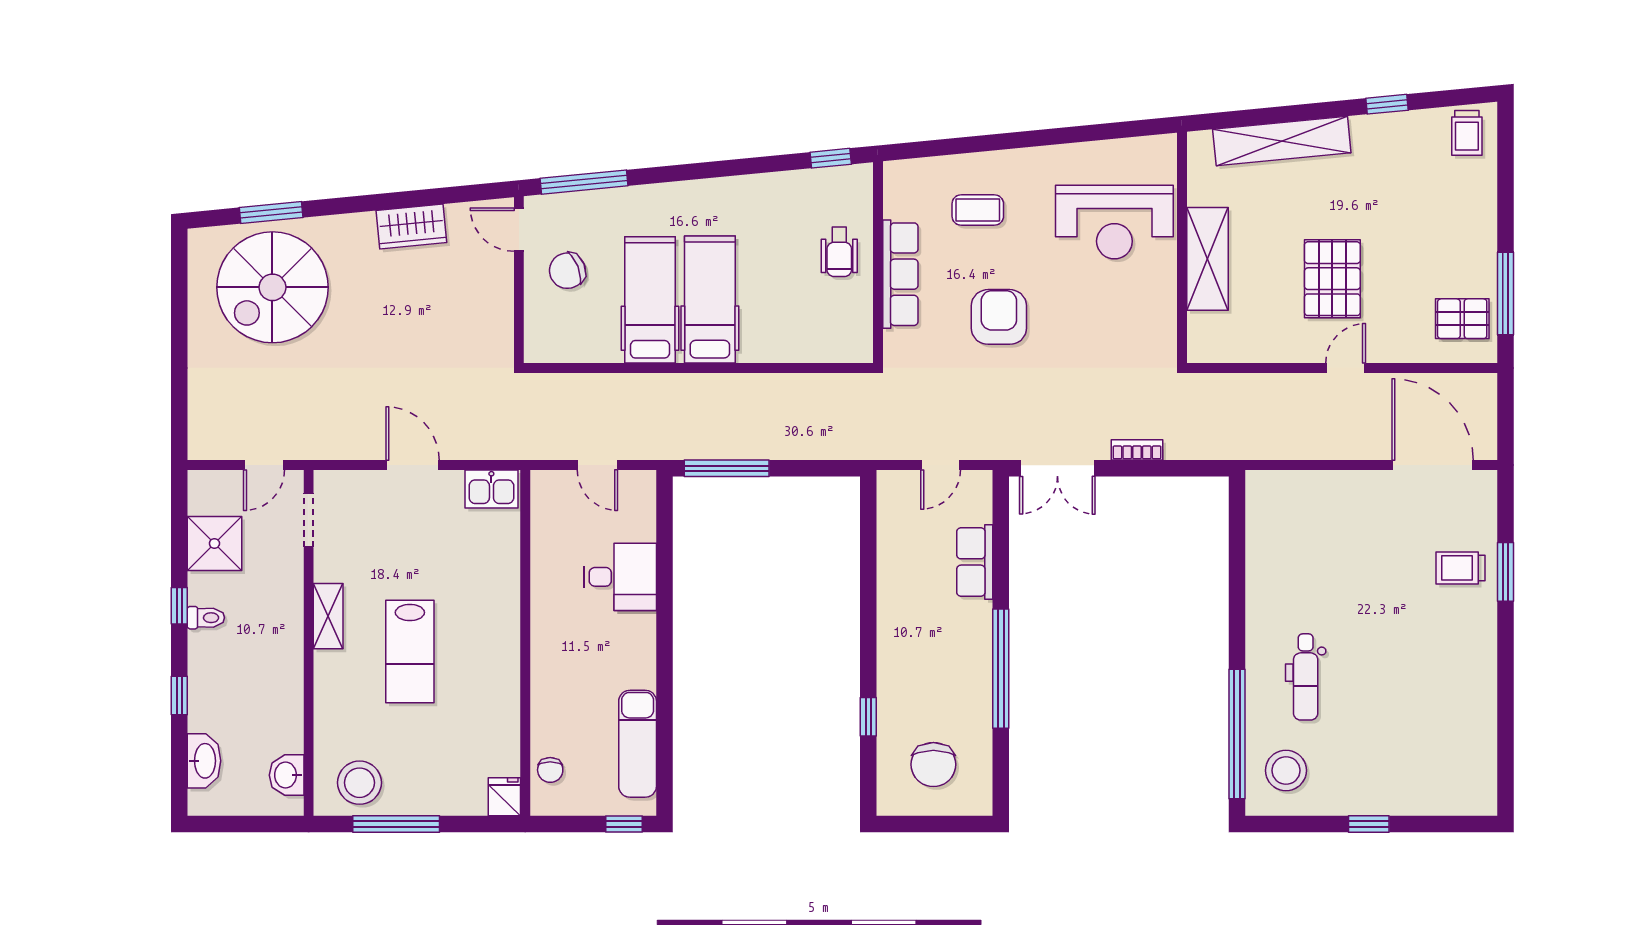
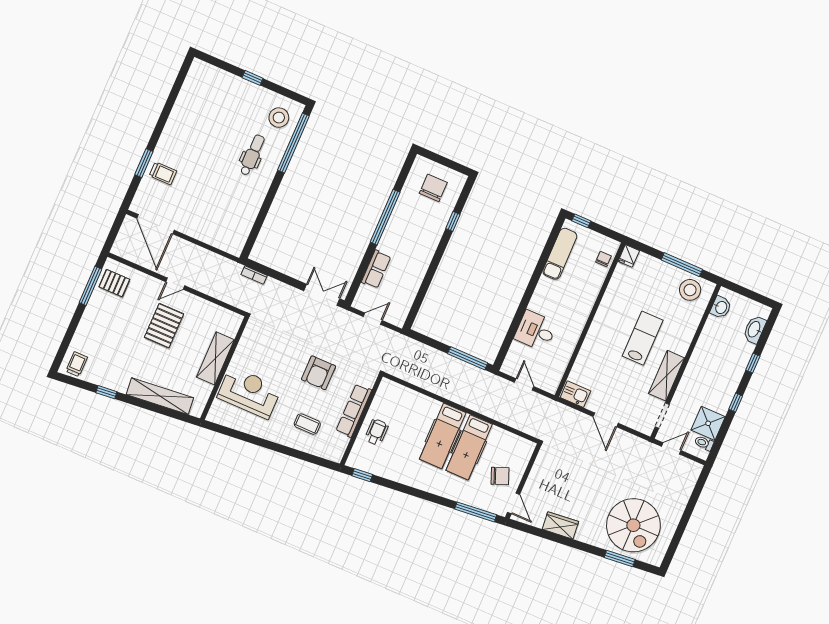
spiral stairs: (272, 287) -> (633, 525), turned 90
bookcase: (1137, 450) -> (254, 275), moved
shelving: (328, 616) -> (667, 376), width x1.50, depth x1.33
toilet: (206, 618) -> (704, 443), moved

